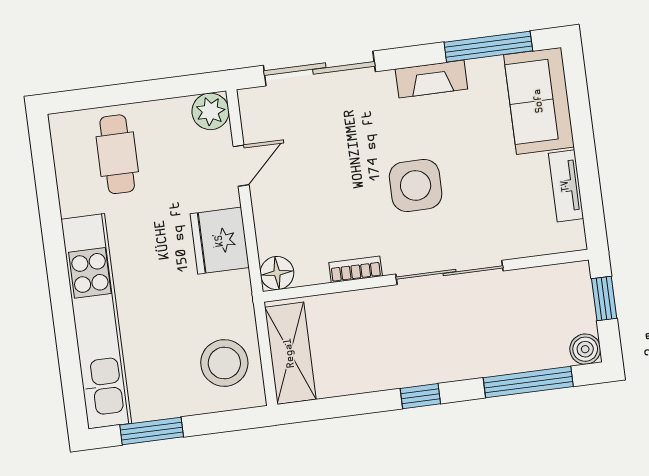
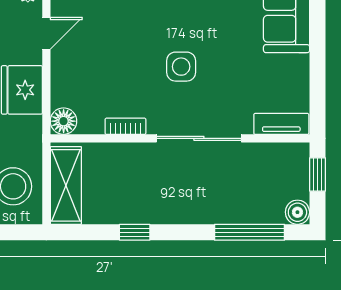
side table: (416, 185) -> (181, 67), width x0.73, depth x0.73
tv unit: (566, 186) -> (281, 124), moved, turned 90
window: (420, 396) -> (135, 232), moved

